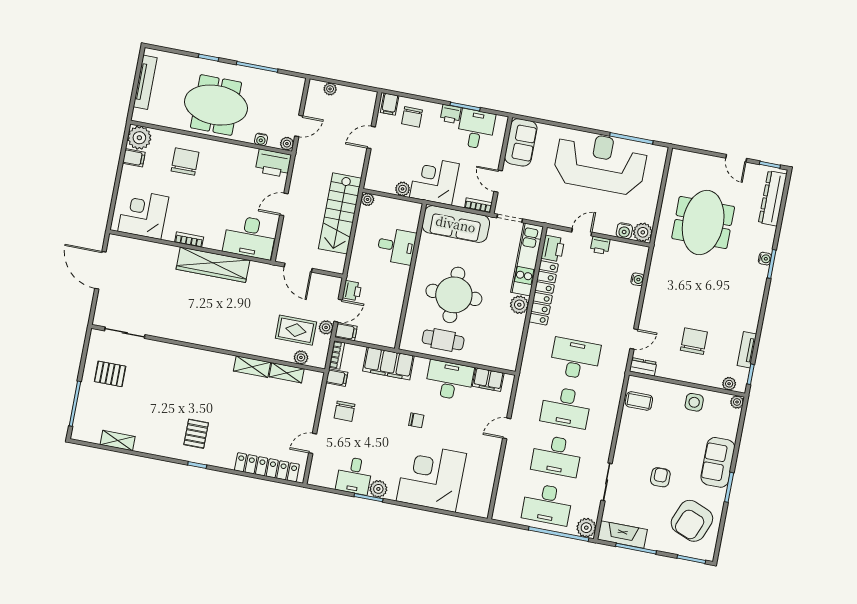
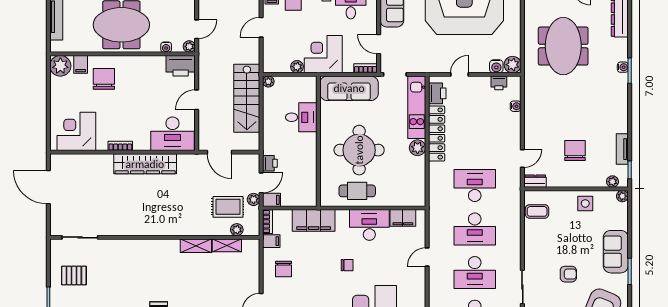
filing cabinet: (134, 158) -> (81, 64), moved, turned 90
printer: (600, 245) -> (499, 83), moved
armchair: (660, 477) -> (568, 274), turned 90

